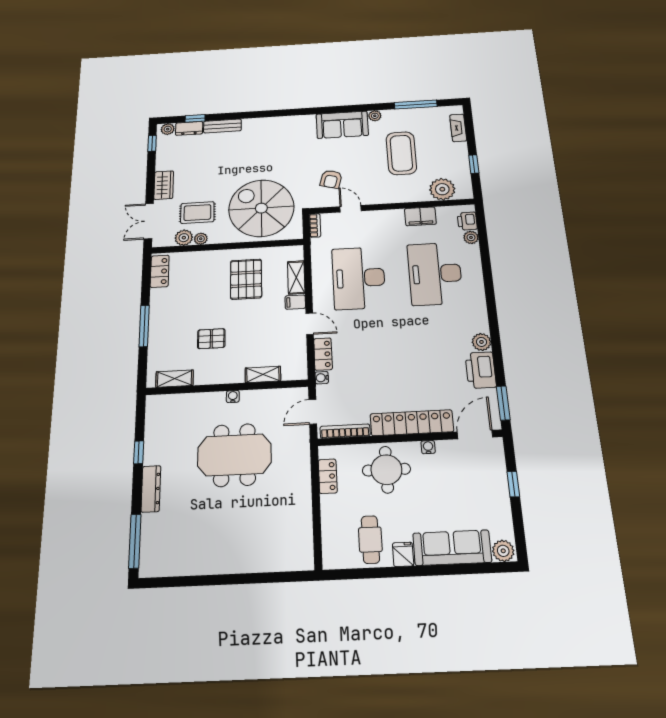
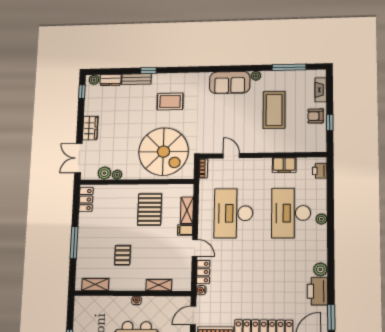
window: (195, 118) -> (148, 71), moved
armchair: (331, 179) -> (316, 116), moved, turned 75
plant: (442, 189) -> (303, 143), removed
spiral stairs: (261, 208) -> (163, 152), turned 180
rug: (197, 213) -> (170, 101), moved
plant: (471, 237) -> (321, 219), moved
pallet: (211, 339) -> (122, 255), turned 90

